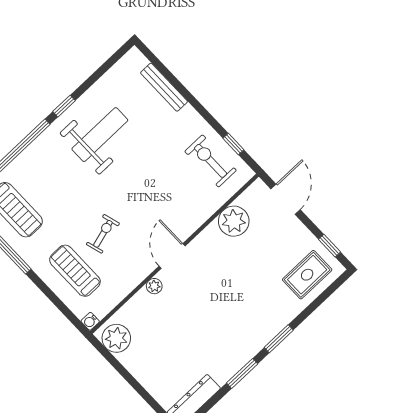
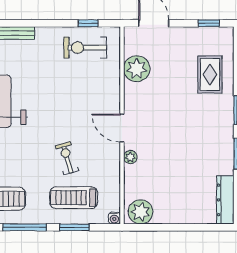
rug: (307, 275) -> (210, 75), moved
window: (51, 295) -> (74, 227), added

